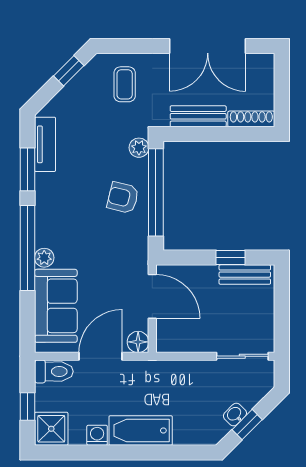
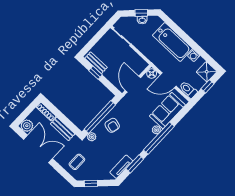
plant: (261, 67) -> (27, 126), added
bathtub: (141, 430) -> (173, 42), width x1.36, depth x1.36

